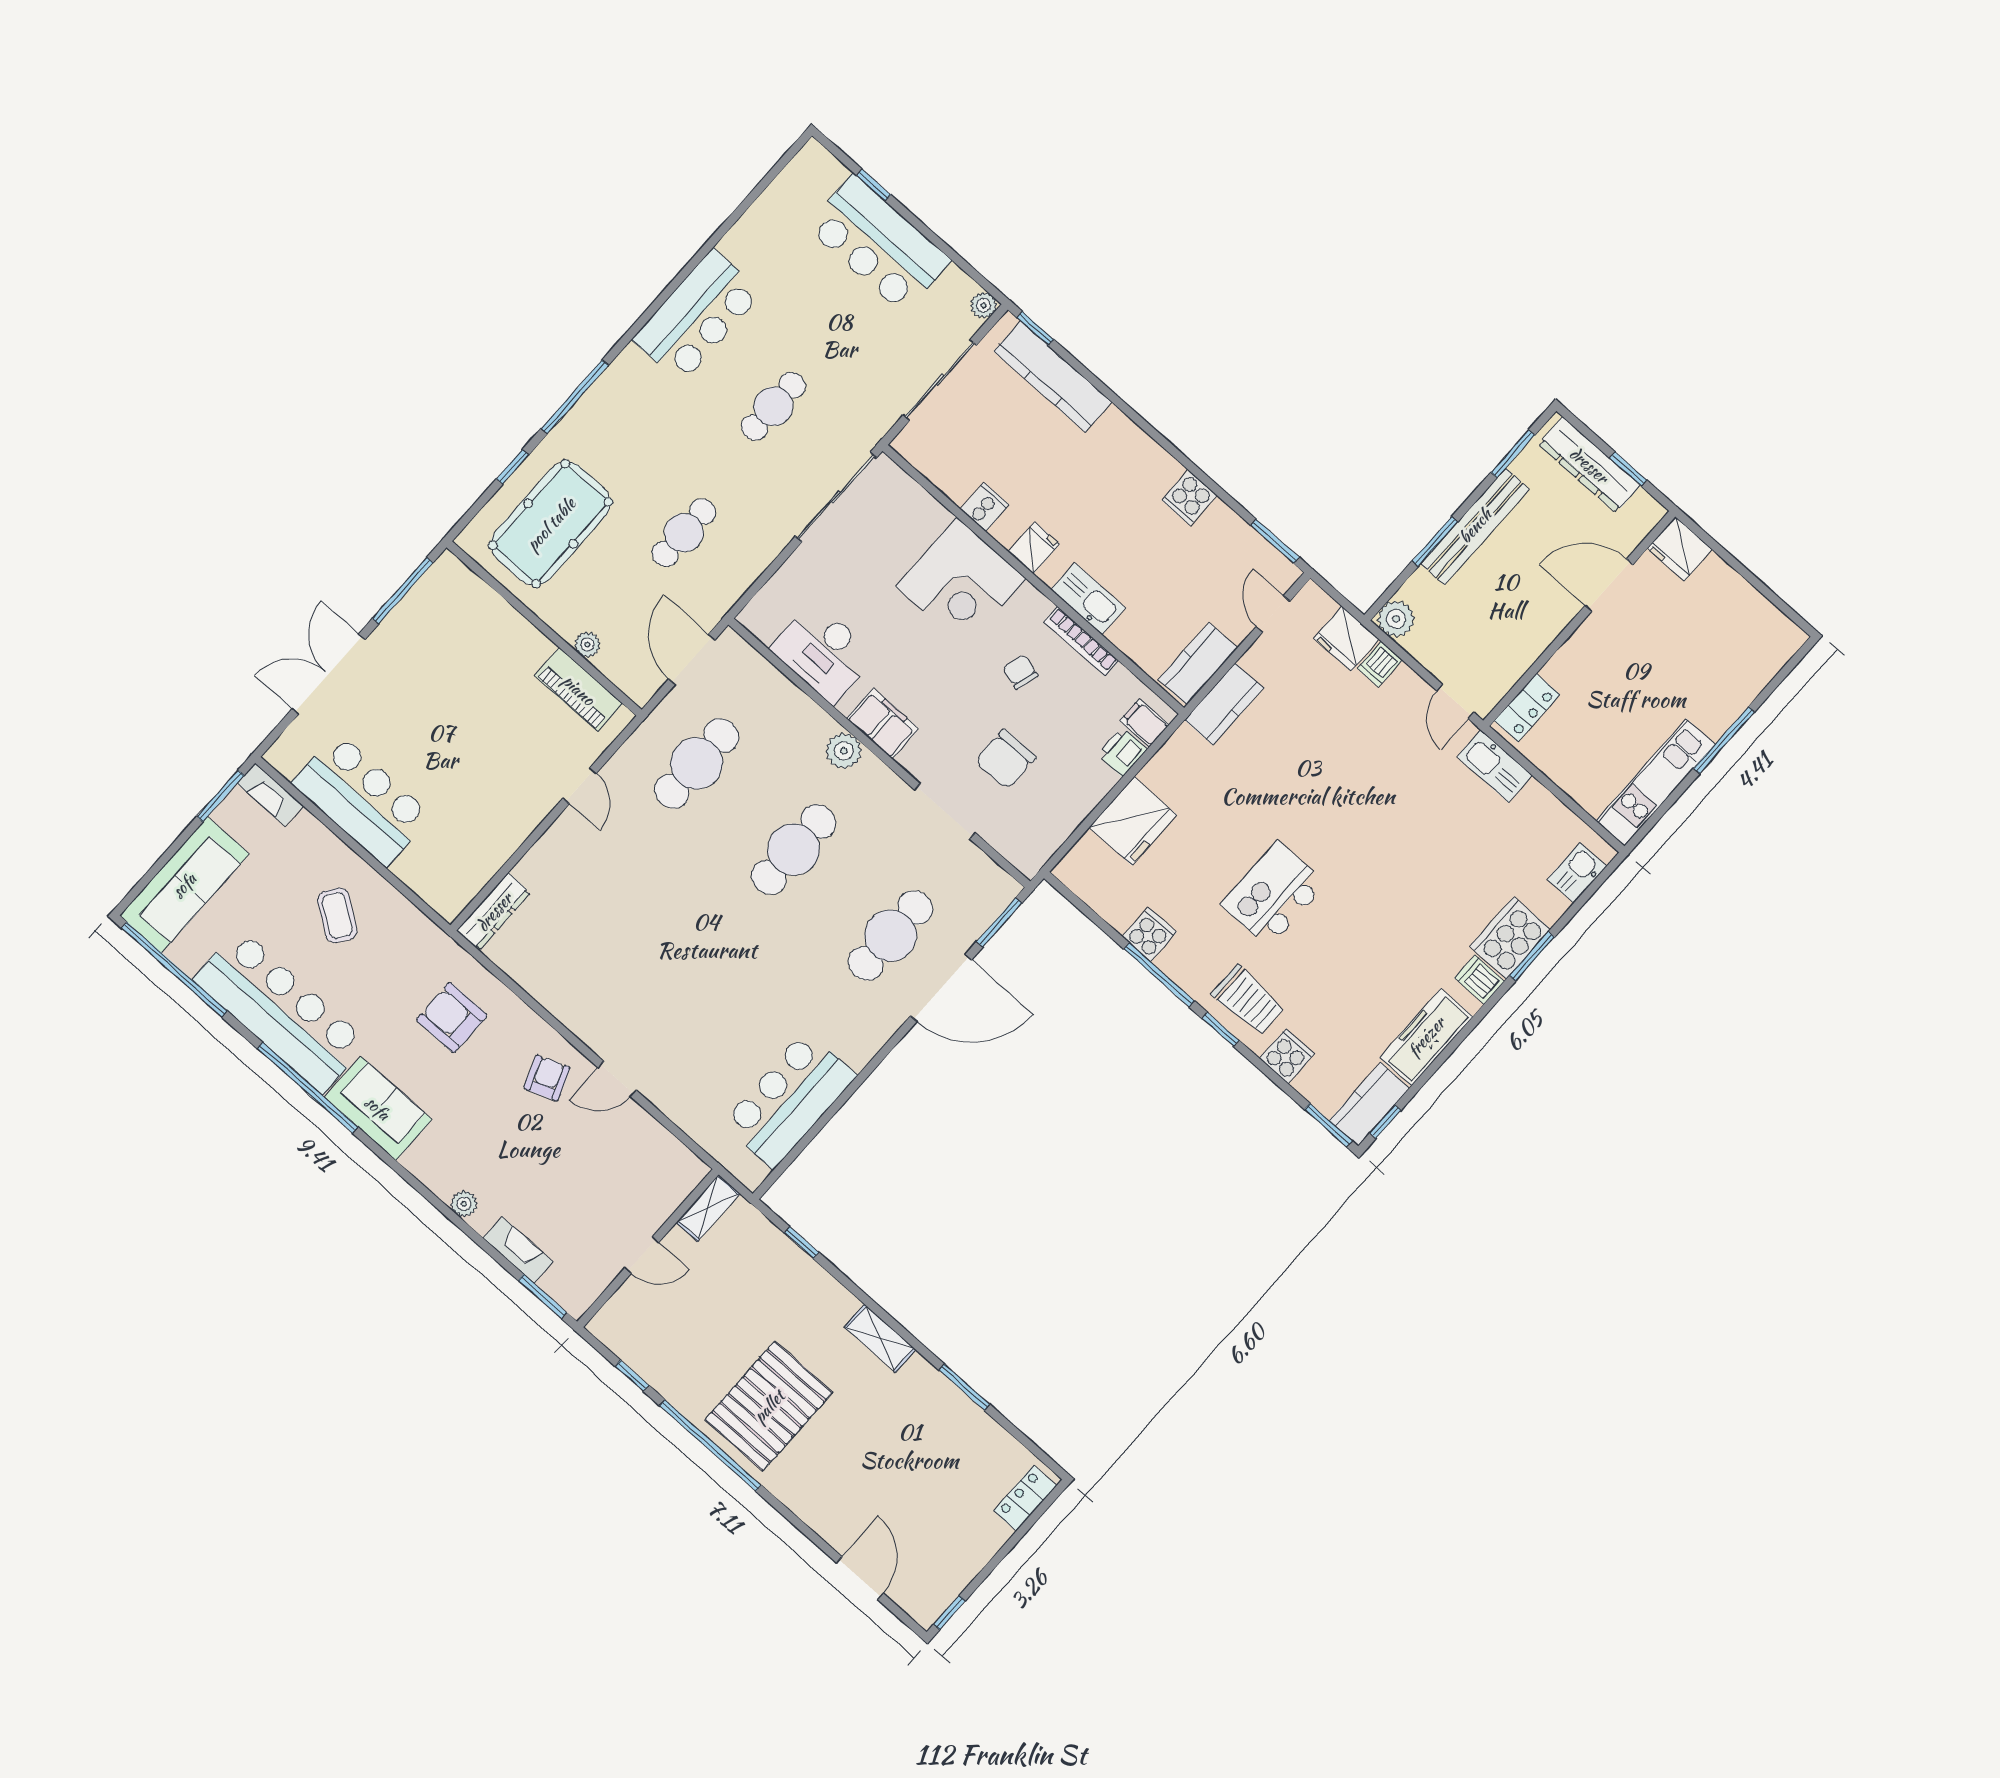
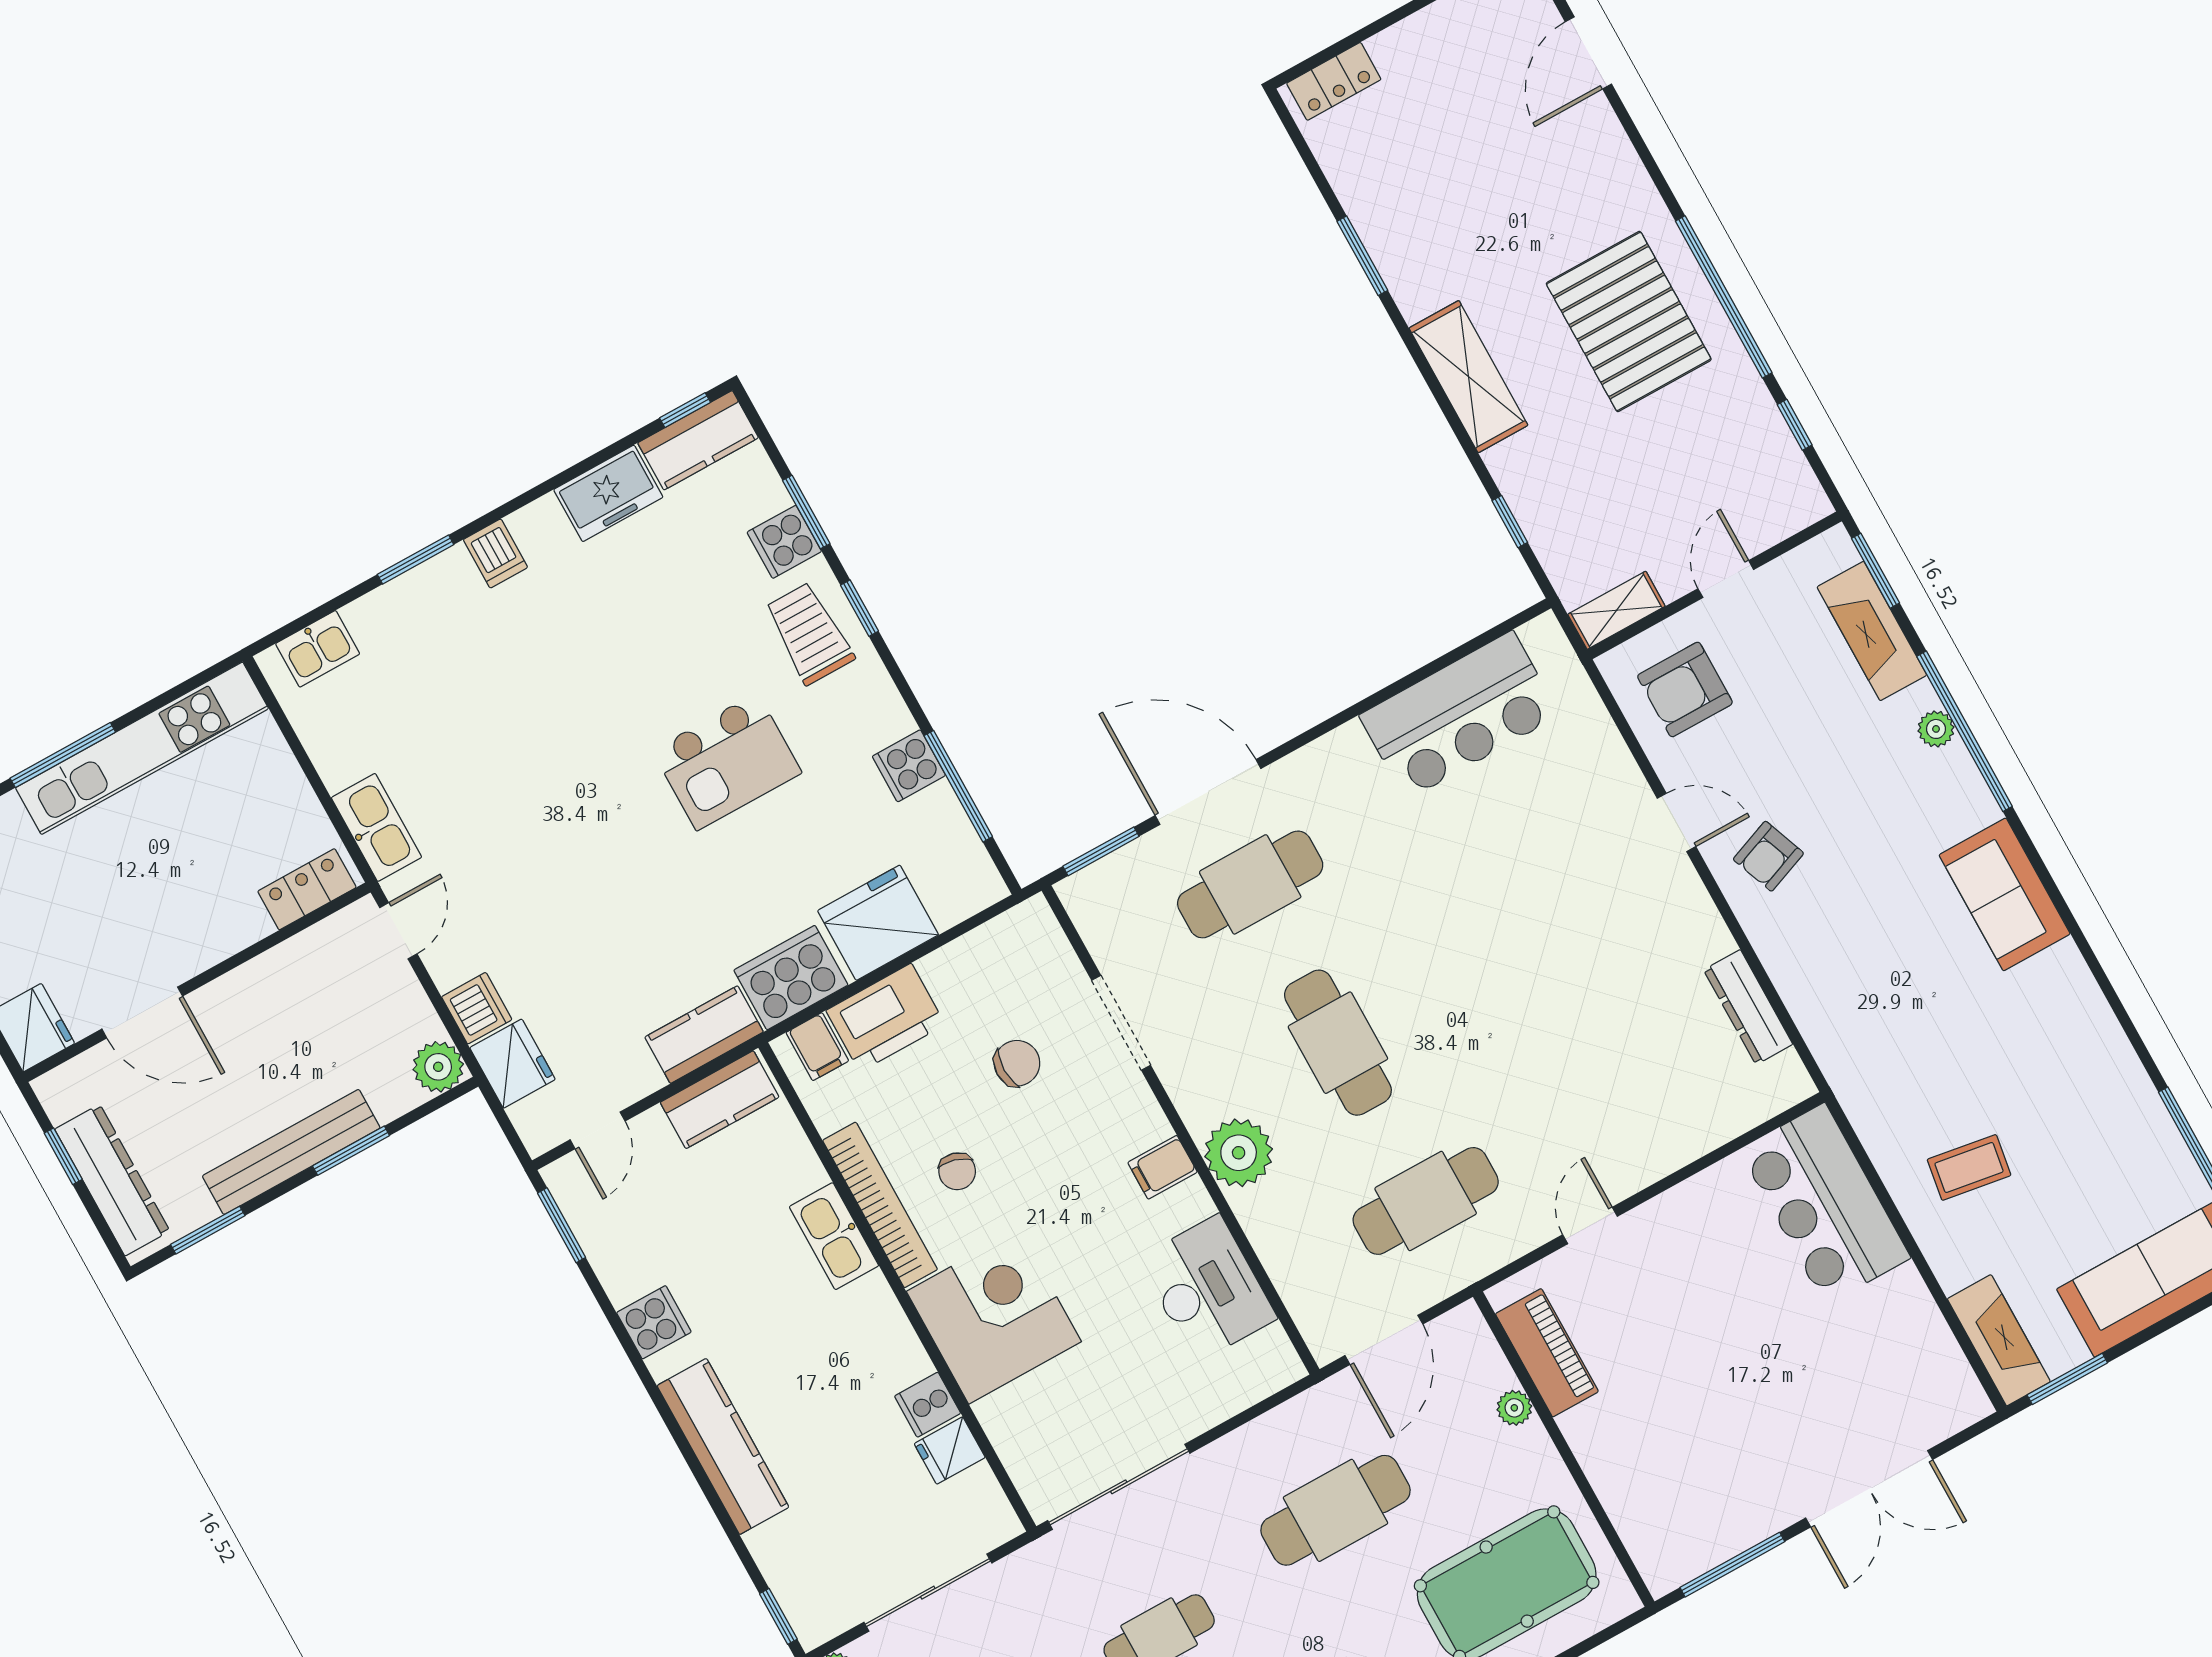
kitchen counter: (1053, 377) -> (723, 1446), moved
cafe table: (684, 533) -> (1335, 1510), width x1.37, depth x1.35
fridge: (1034, 548) -> (950, 1451), moved
bookcase: (1081, 641) -> (880, 1205), width x1.48, depth x1.31
dishwasher: (1380, 664) -> (477, 1008), width x1.38
filing cabinet: (882, 723) -> (1162, 1167), width x0.50
plant: (844, 751) -> (1239, 1153), width x1.36, depth x1.36
printer: (1122, 752) -> (885, 1018), width x1.87, depth x1.48
chair: (1006, 759) -> (1017, 1063), width x0.73, depth x0.73
kitchen unit: (1655, 782) -> (142, 748), width x1.36
fireplace: (270, 794) -> (1999, 1340), width x1.37, depth x1.32
bar counter: (362, 799) -> (1825, 1204), moved
cafe table: (794, 849) -> (1338, 1043), turned 90
dresser: (494, 912) -> (1748, 1007), moved, turned -90
coffee table: (337, 915) -> (1969, 1167), turned 64
cooker: (1510, 938) -> (791, 978), moved, turned 180
window: (1159, 975) -> (958, 786), moved
bar counter: (281, 1011) -> (2088, 1068), removed
armchair: (452, 1018) -> (1685, 689), moved, turned 90
freezer: (1426, 1037) -> (608, 493), width x0.71
window: (307, 1088) -> (1965, 731), moved
window: (1328, 1125) -> (806, 512), moved
fireplace: (518, 1250) -> (1872, 631), width x1.37, depth x1.32
door: (642, 1255) -> (1726, 579), hinge flipped
shelving: (880, 1338) -> (1468, 377), width x1.50, depth x1.33
pallet: (769, 1406) -> (1629, 321), turned 90

